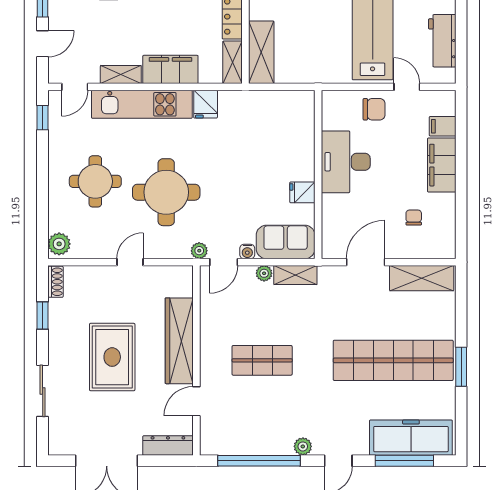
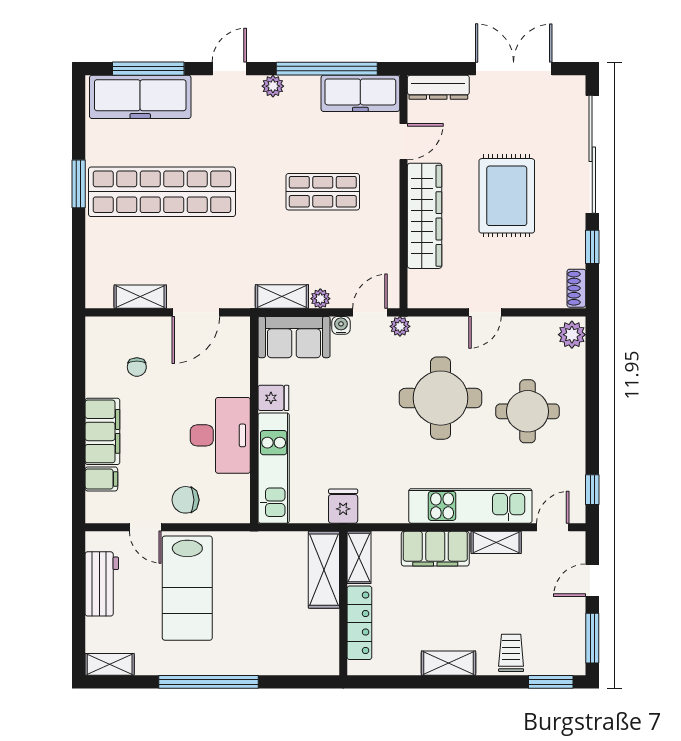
fridge: (206, 104) -> (343, 506), moved
kitchen unit: (302, 135) -> (274, 468), added
shelving: (422, 278) -> (140, 297), width x0.67, depth x0.75
sliding door: (43, 391) -> (592, 154), width x1.86
freezer: (231, 441) -> (360, 93), added

